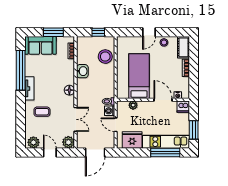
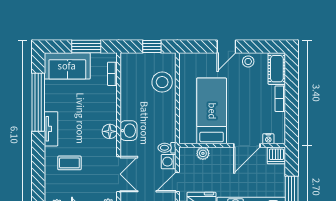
washbasin: (82, 71) -> (129, 131), moved
door: (163, 100) -> (247, 145), swing flipped
door: (116, 125) -> (177, 182), hinge flipped

